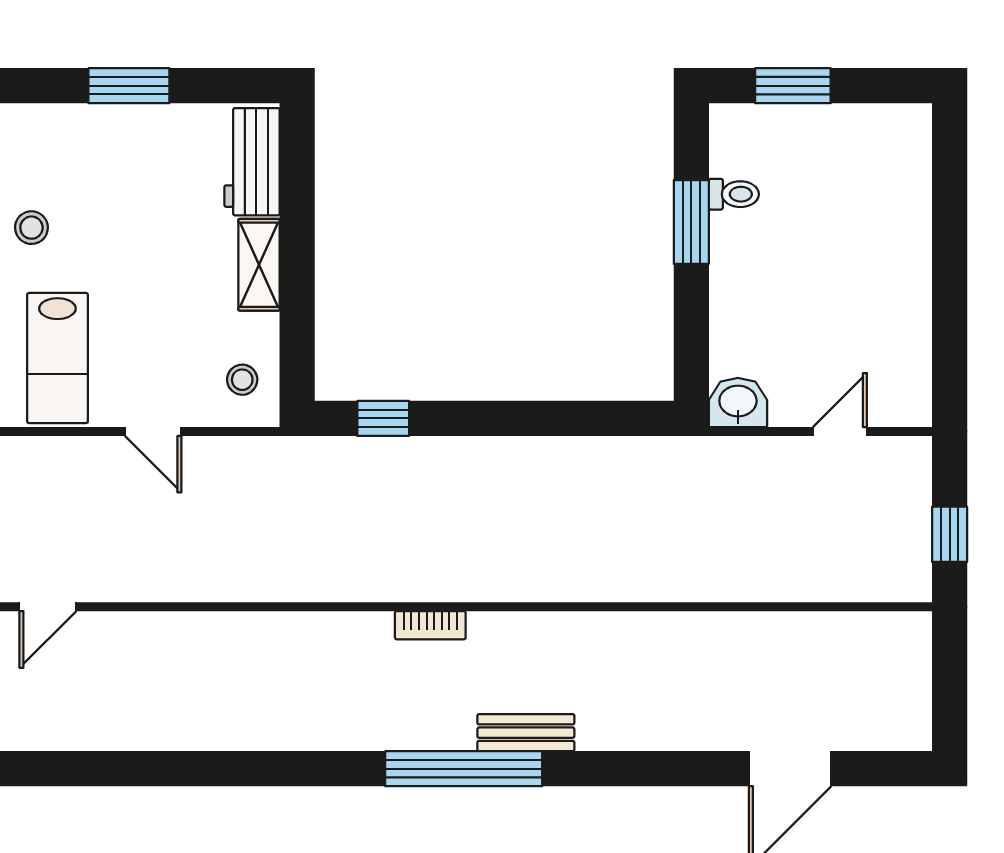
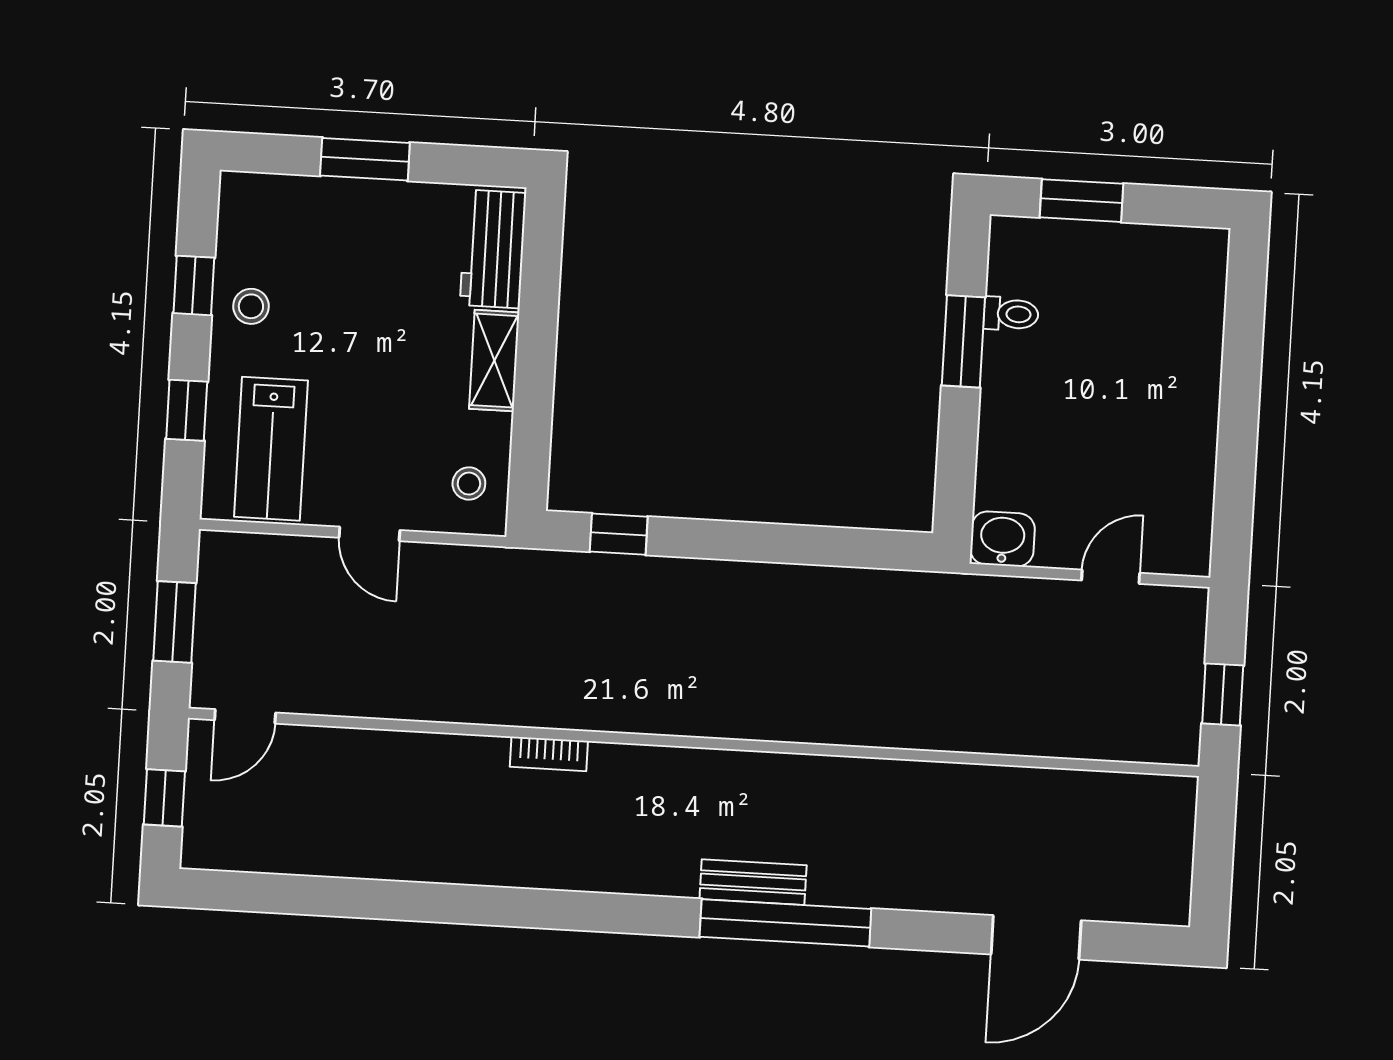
bookcase: (430, 625) -> (549, 754), moved
window: (464, 769) -> (785, 923), moved

